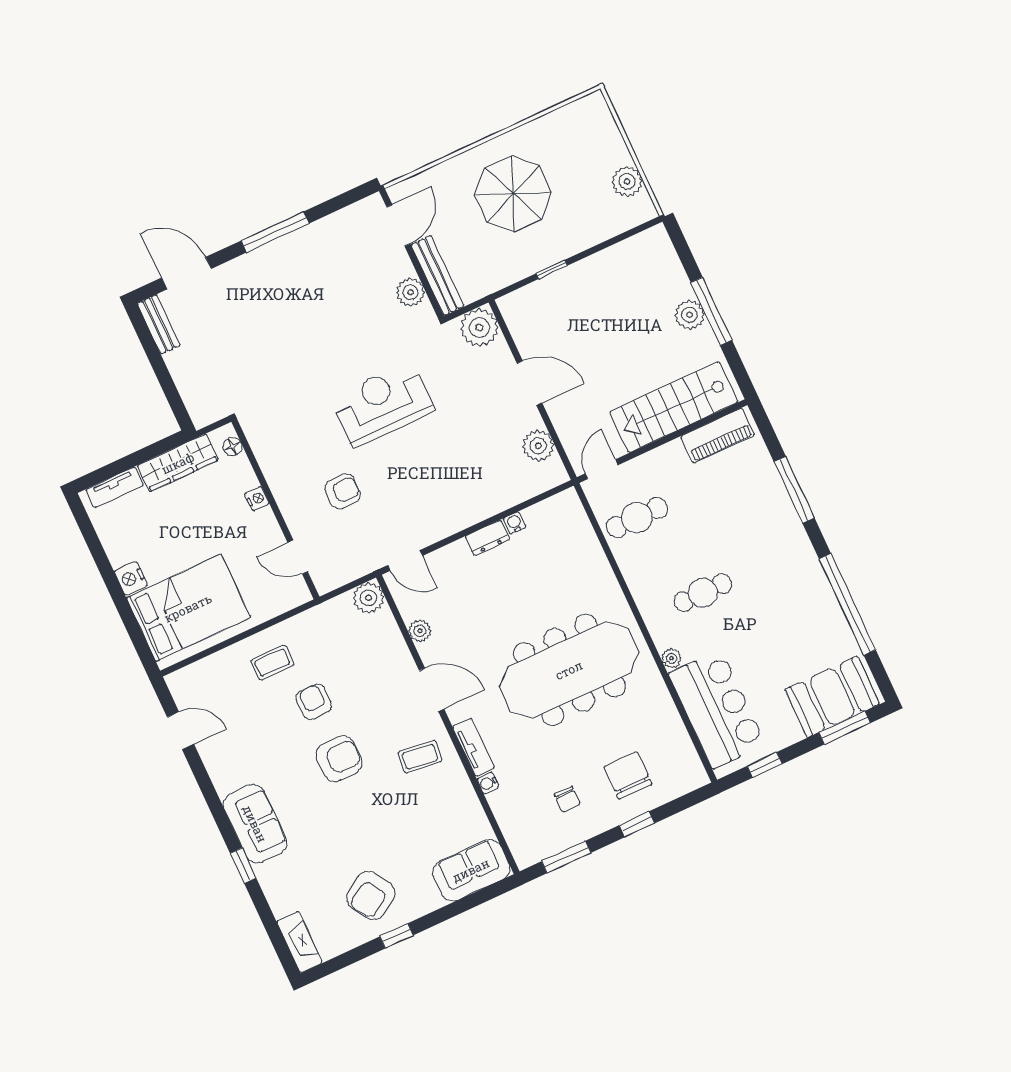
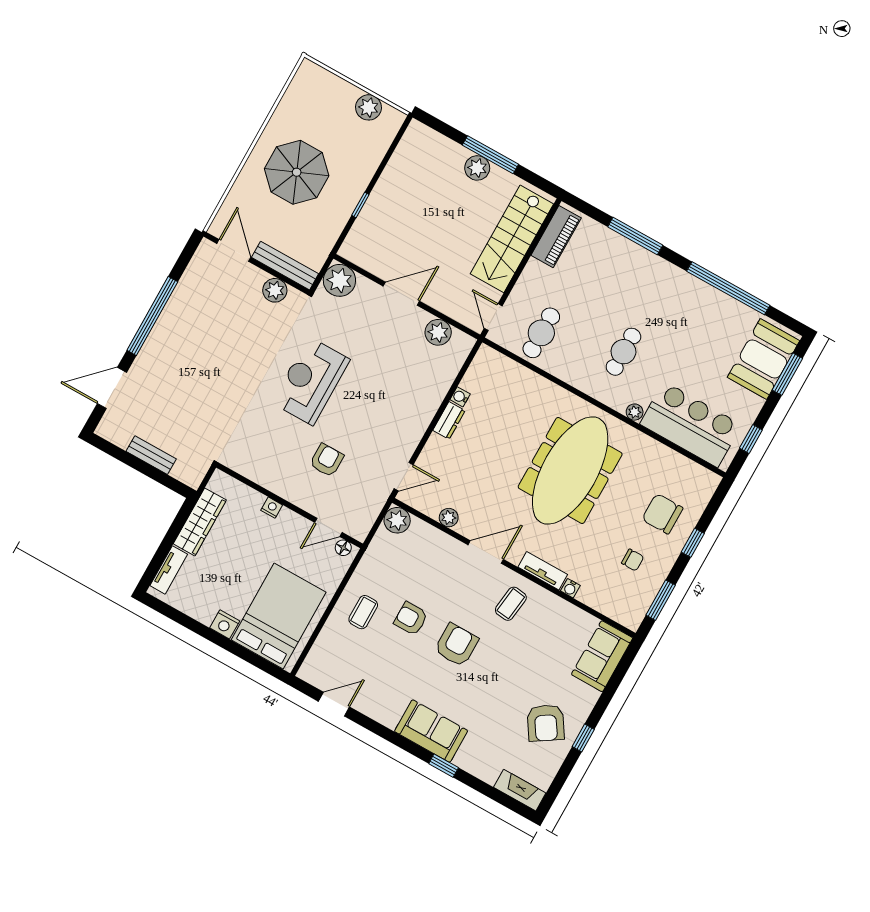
window: (275, 232) -> (152, 316), width x1.46
bench: (159, 324) -> (151, 455), moved
floor lamp: (233, 447) -> (343, 548), moved

